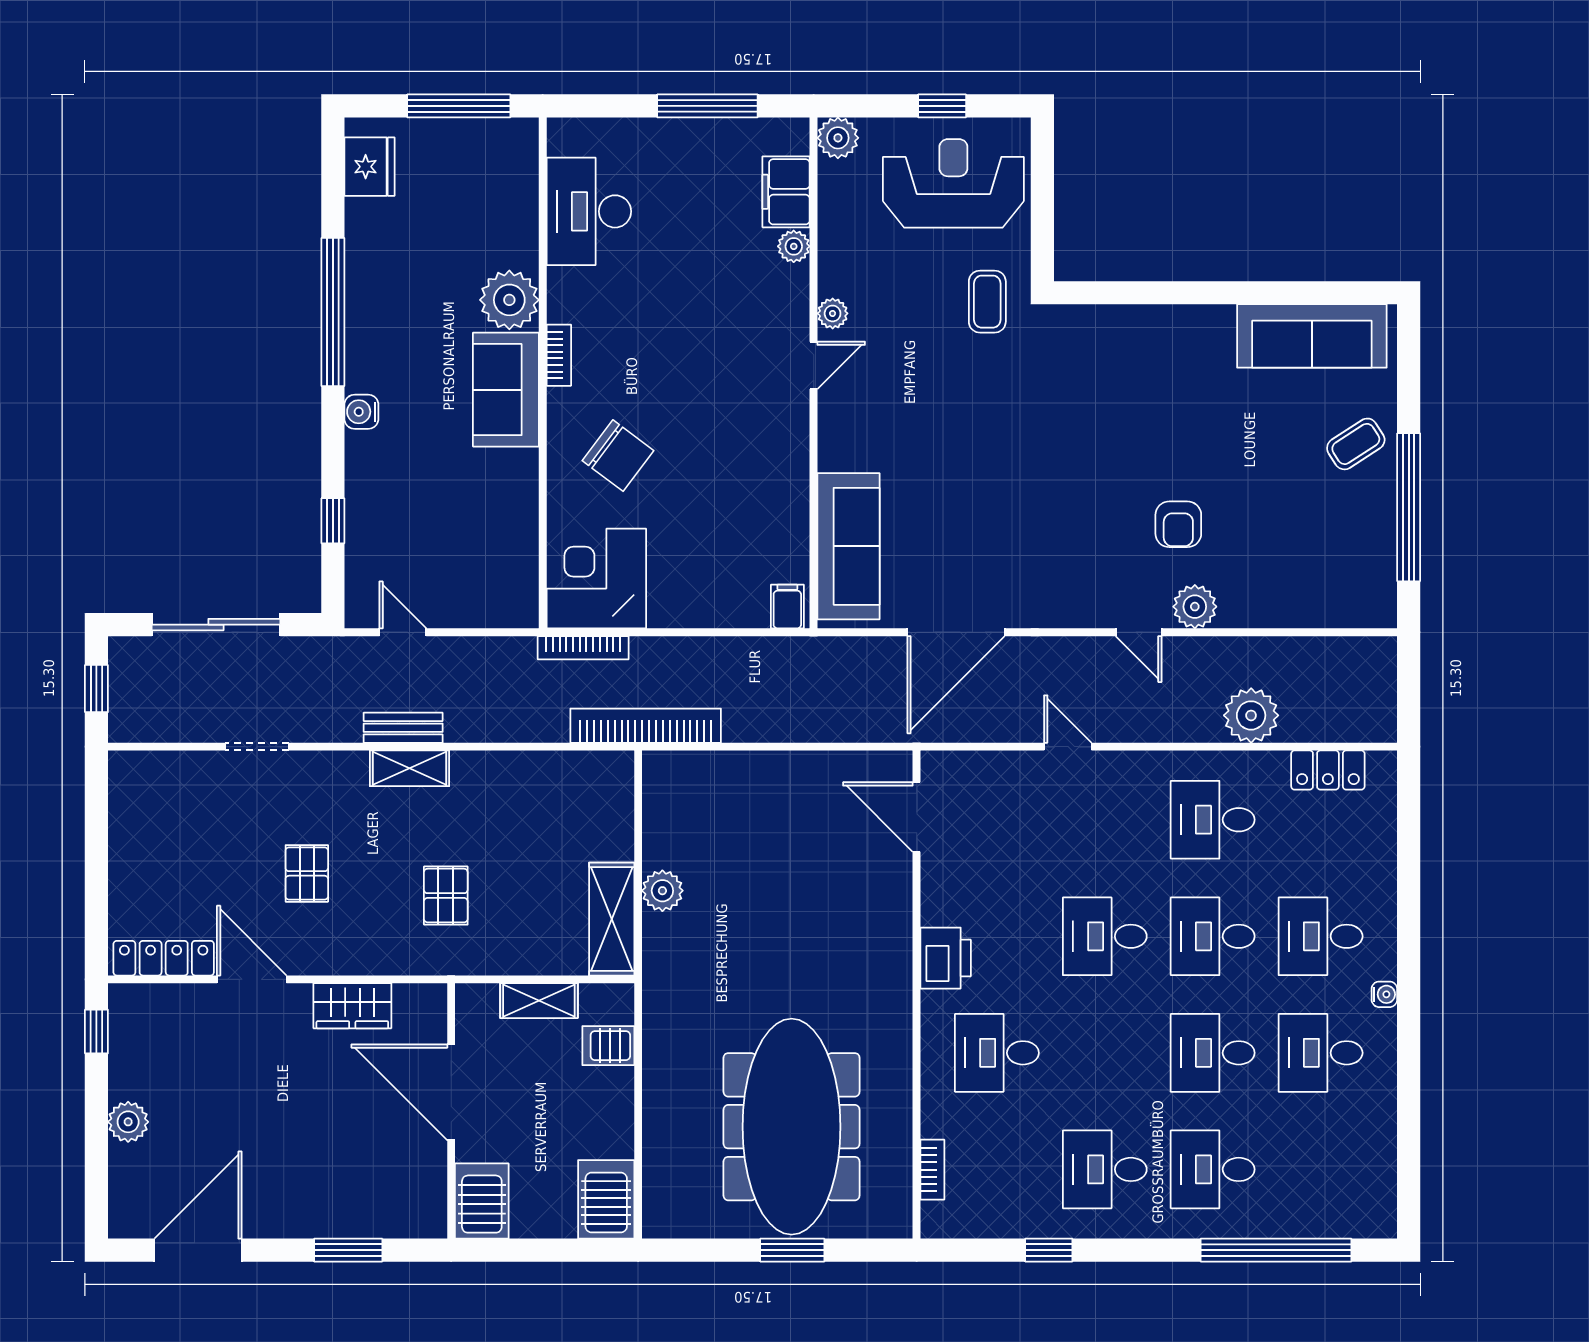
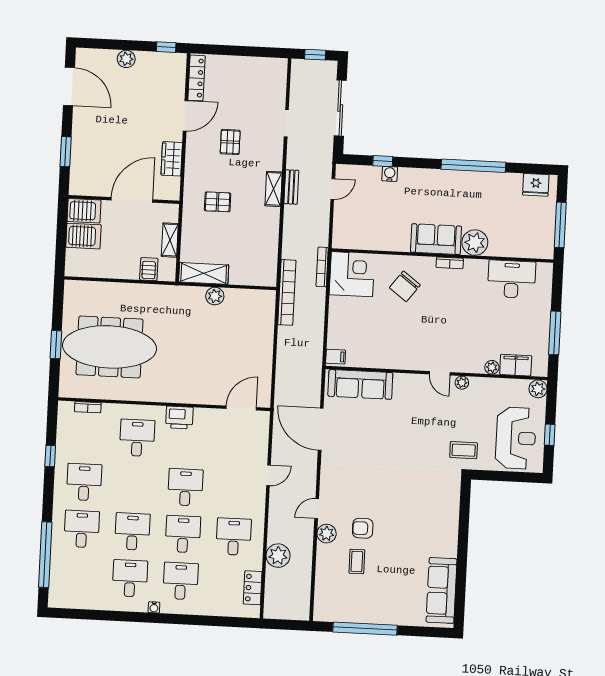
water cooler: (361, 412) -> (390, 174), moved
coffee table: (1356, 444) -> (357, 561), moved, turned 33
pallet: (307, 873) -> (230, 142), turned 90
server rack: (606, 1199) -> (83, 236), moved

